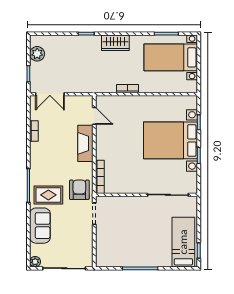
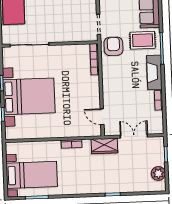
wardrobe: (115, 43) -> (104, 146), moved, turned 180
double door: (50, 94) -> (134, 136), moved
fireplace: (85, 143) -> (154, 72), moved, turned 180
armchair: (79, 190) -> (113, 46), turned 180

